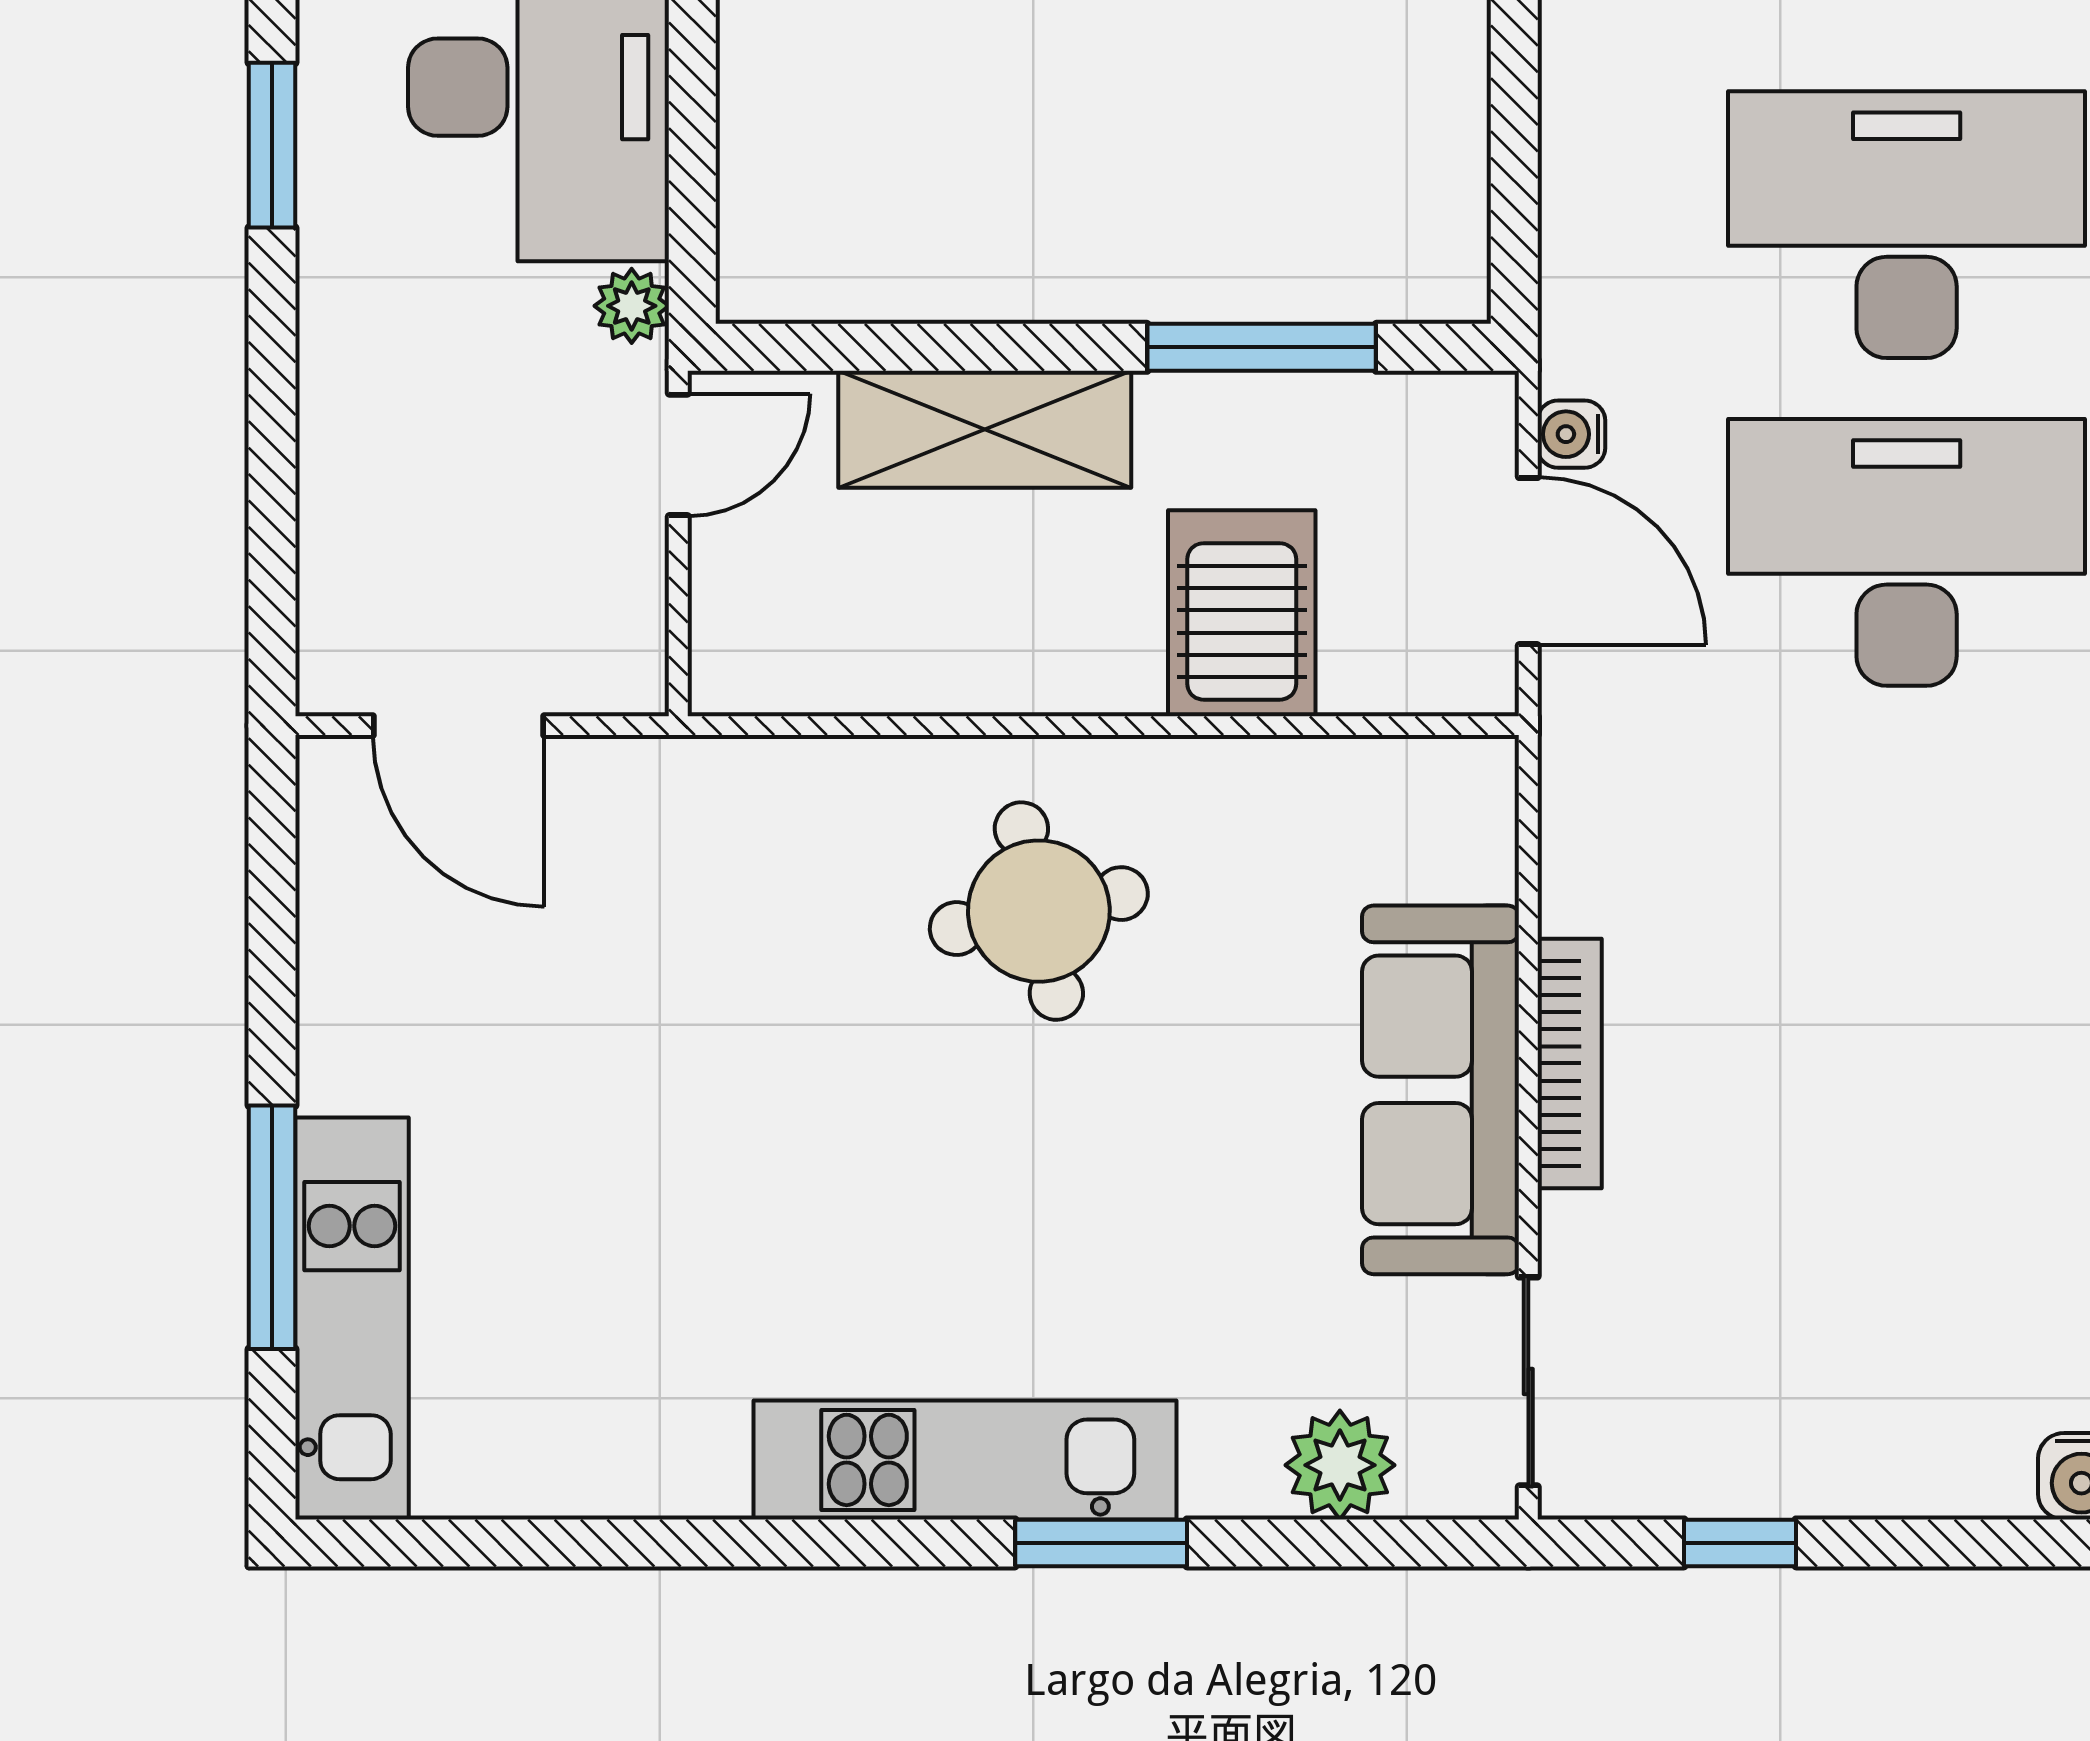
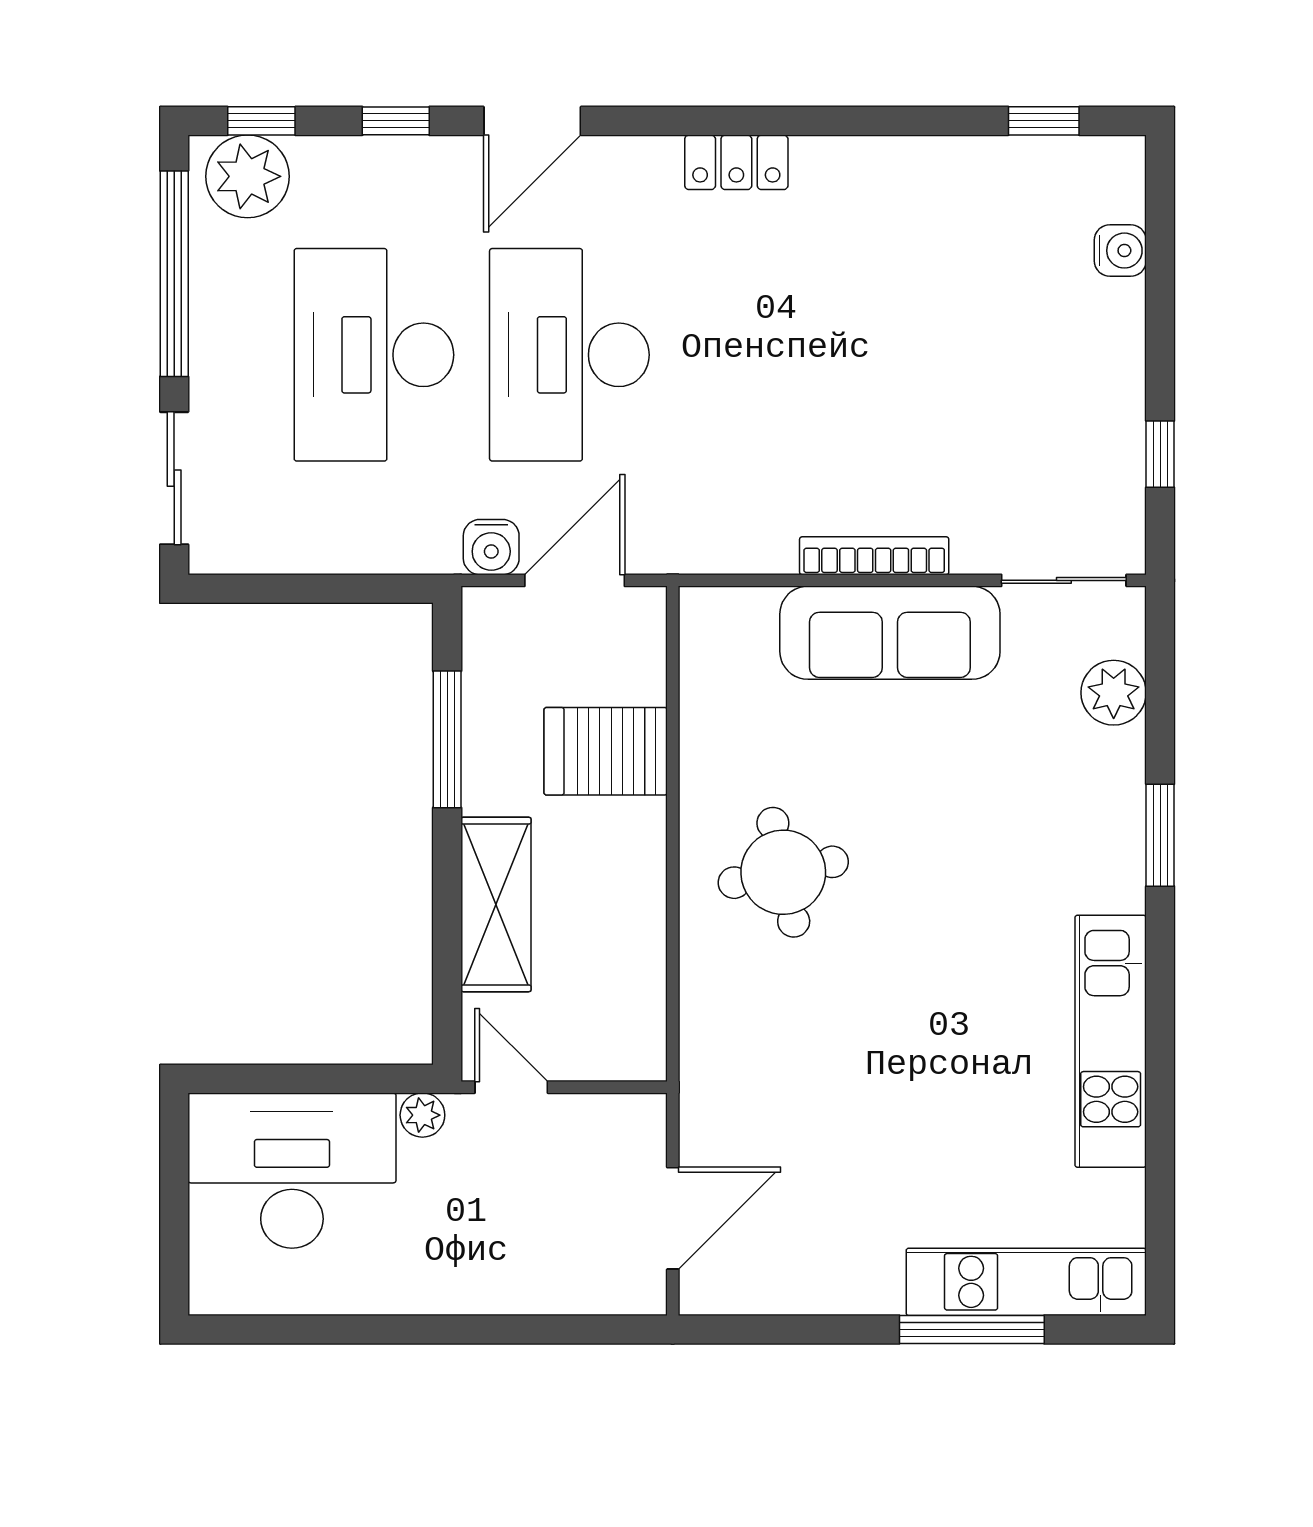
window: (272, 145) -> (327, 1330), removed
water cooler: (1571, 434) -> (491, 547), width x1.38, depth x1.38
kitchen unit: (965, 1460) -> (1111, 1041), moved

